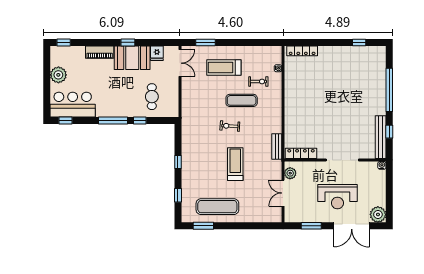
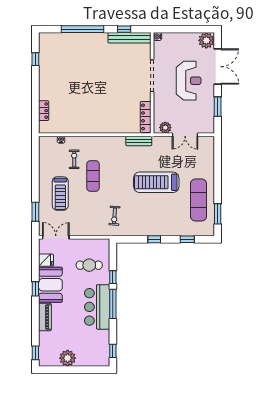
locker: (302, 51) -> (44, 111), width x0.66
bar counter: (73, 105) -> (97, 307), moved
exercise bike: (230, 126) -> (114, 216), moved
treadmill: (235, 164) -> (156, 182), width x1.37, depth x1.38

